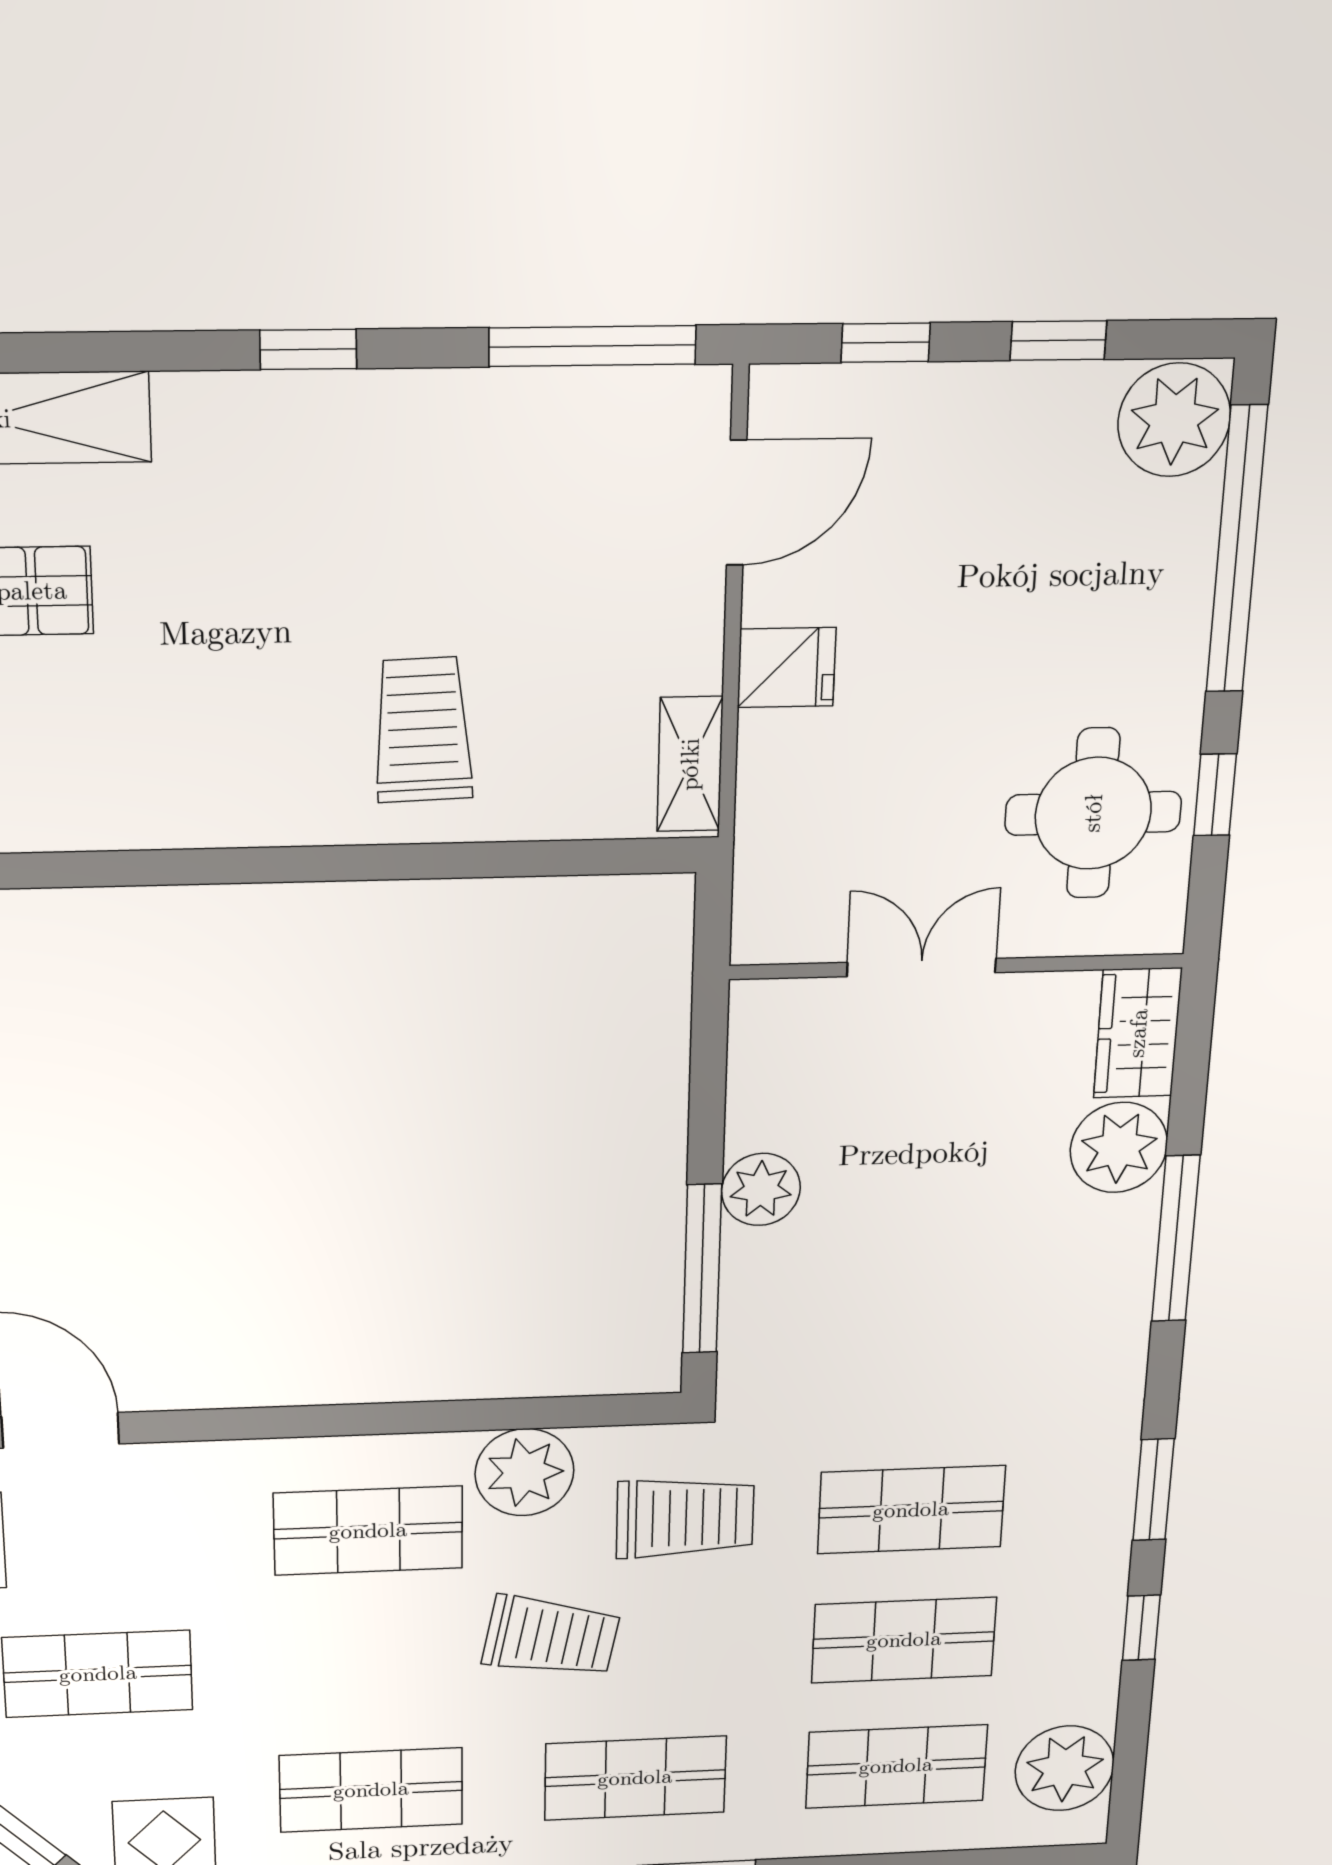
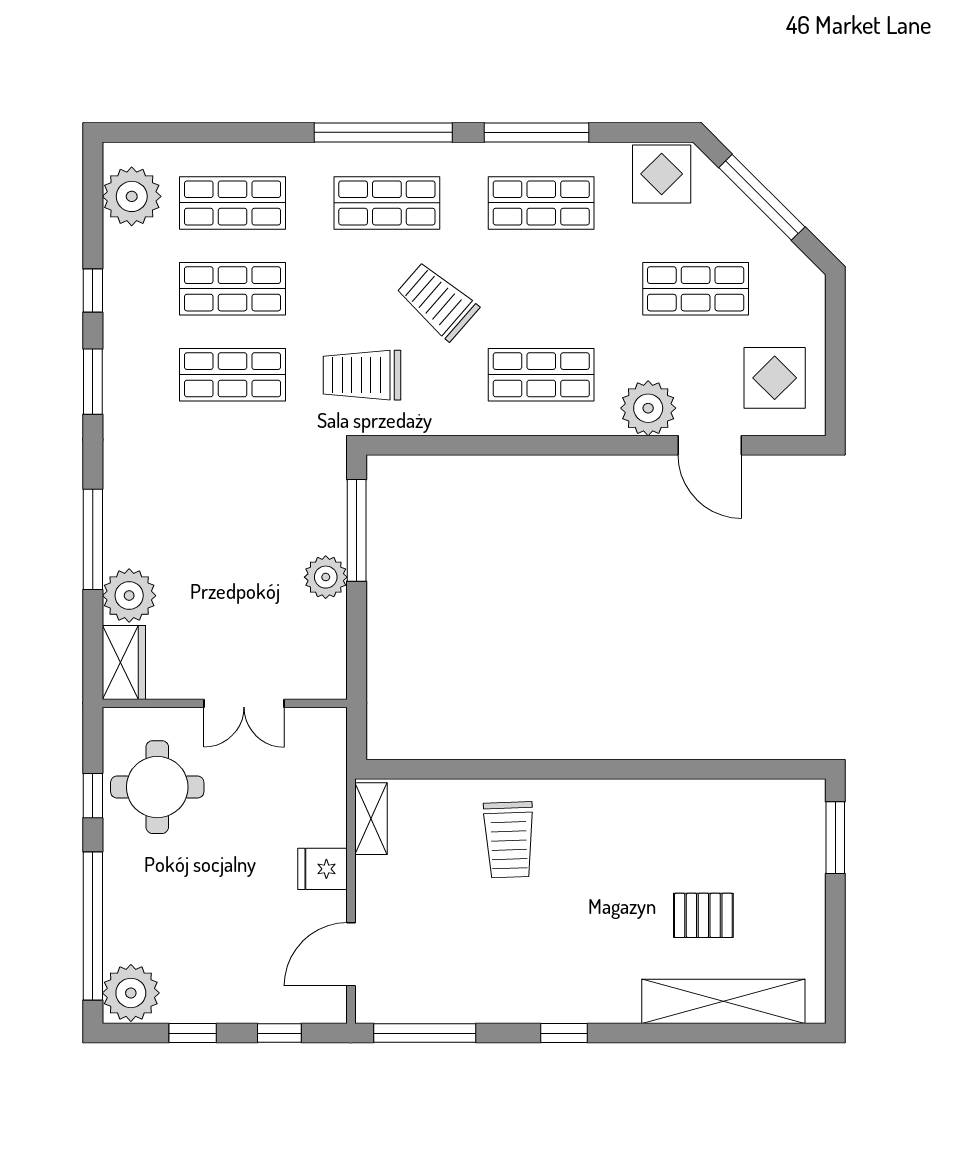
plant: (524, 1472) -> (648, 408), moved
trolley: (551, 1637) -> (437, 301), turned 30

